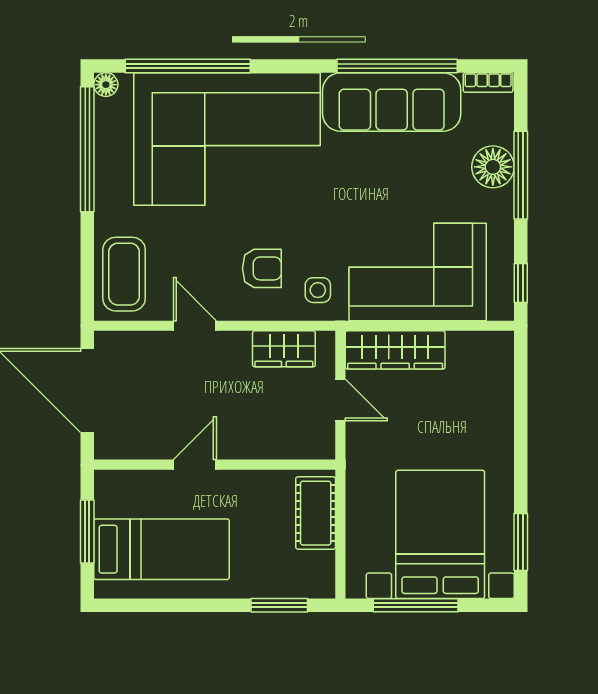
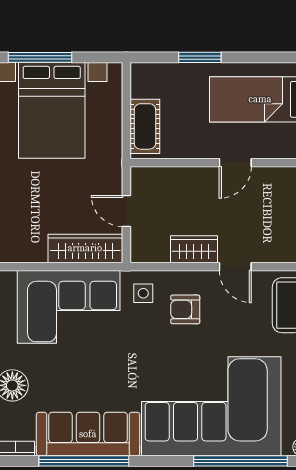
wardrobe: (284, 349) -> (194, 249), moved
window: (279, 605) -> (200, 57), moved
window: (416, 605) -> (40, 57), moved

